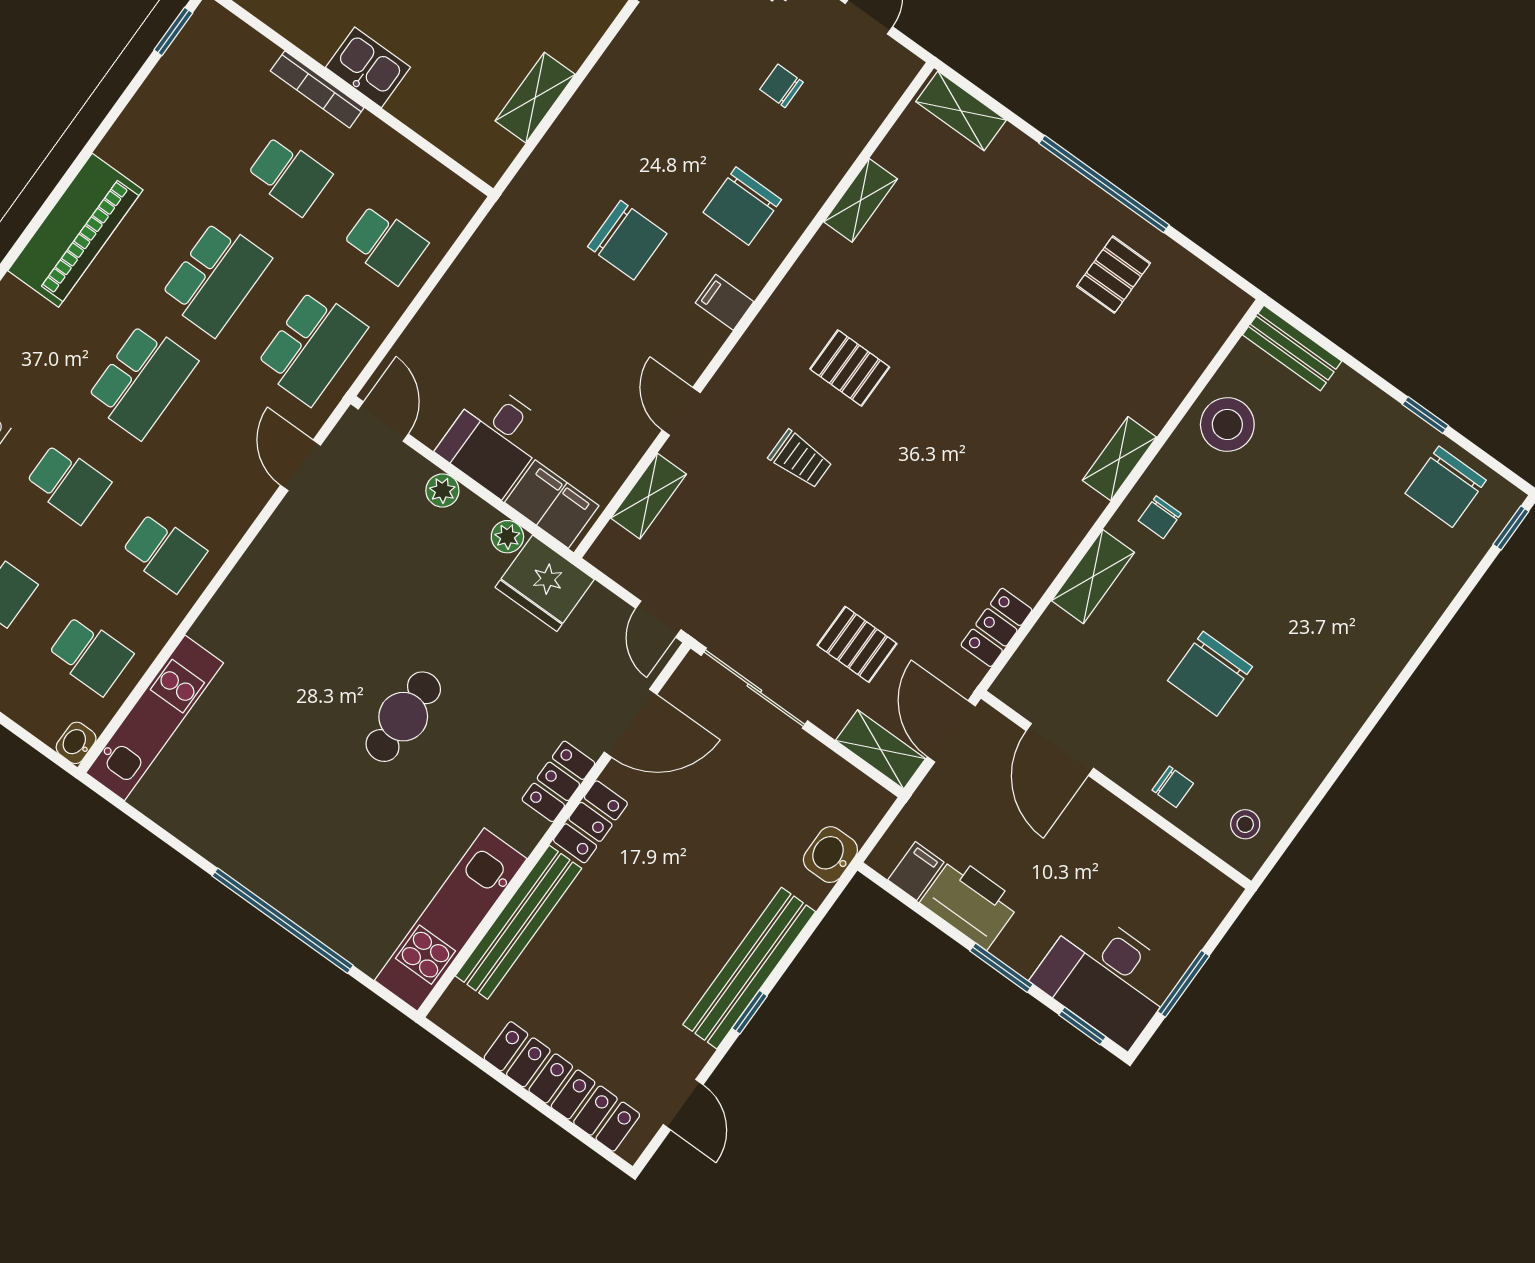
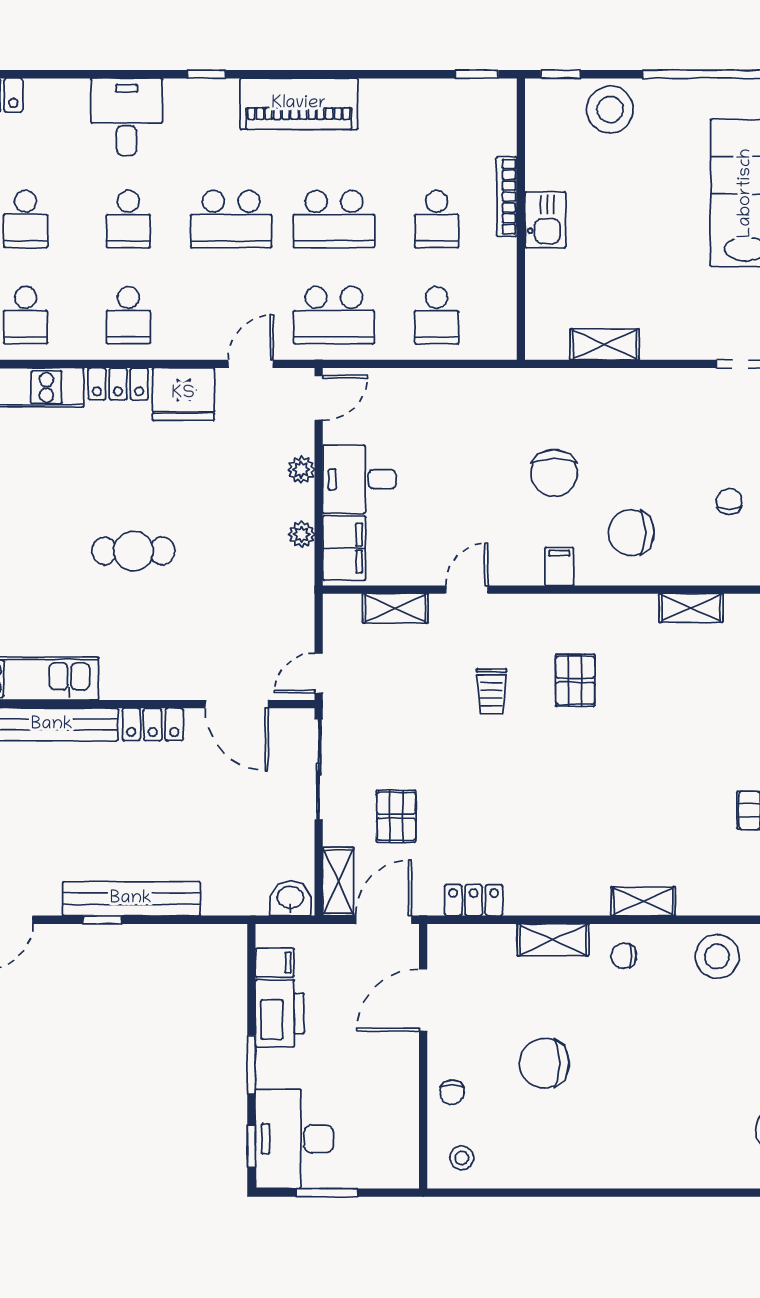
fridge: (545, 583) -> (183, 394), moved, turned -90
locker: (558, 781) -> (118, 384), moved, turned 180
washbasin: (830, 855) -> (290, 898), moved

